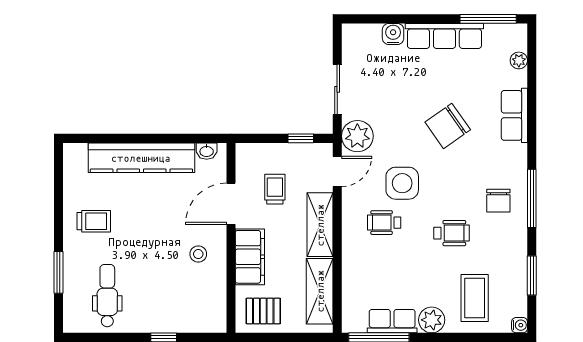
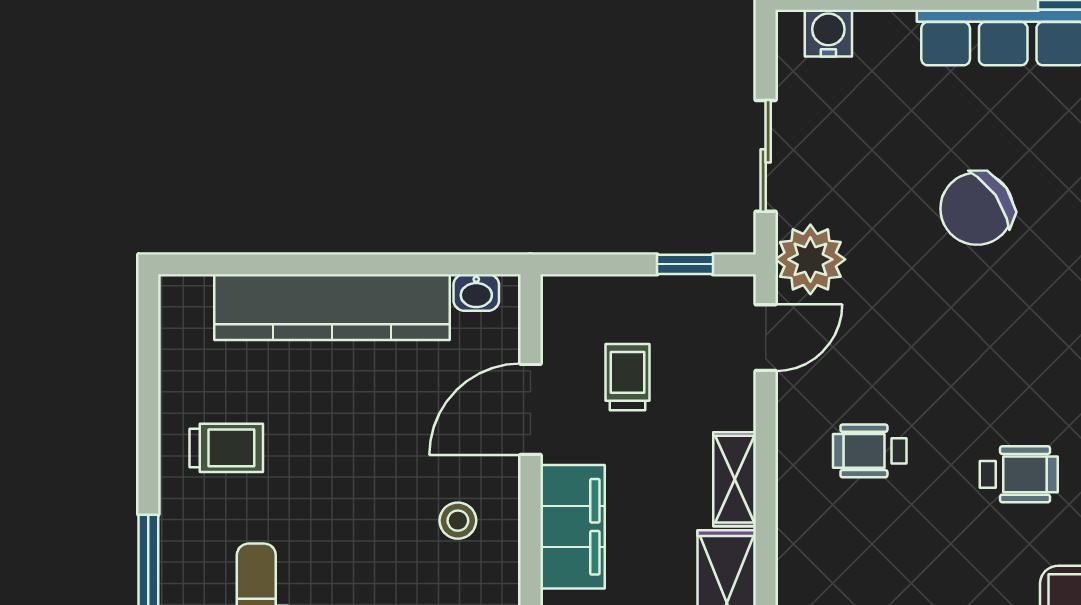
water cooler: (393, 34) -> (828, 33), moved
chair: (448, 126) -> (977, 209), moved
side table: (402, 183) -> (910, 364), removed
shelving: (320, 225) -> (735, 479), width x0.67, depth x0.75

